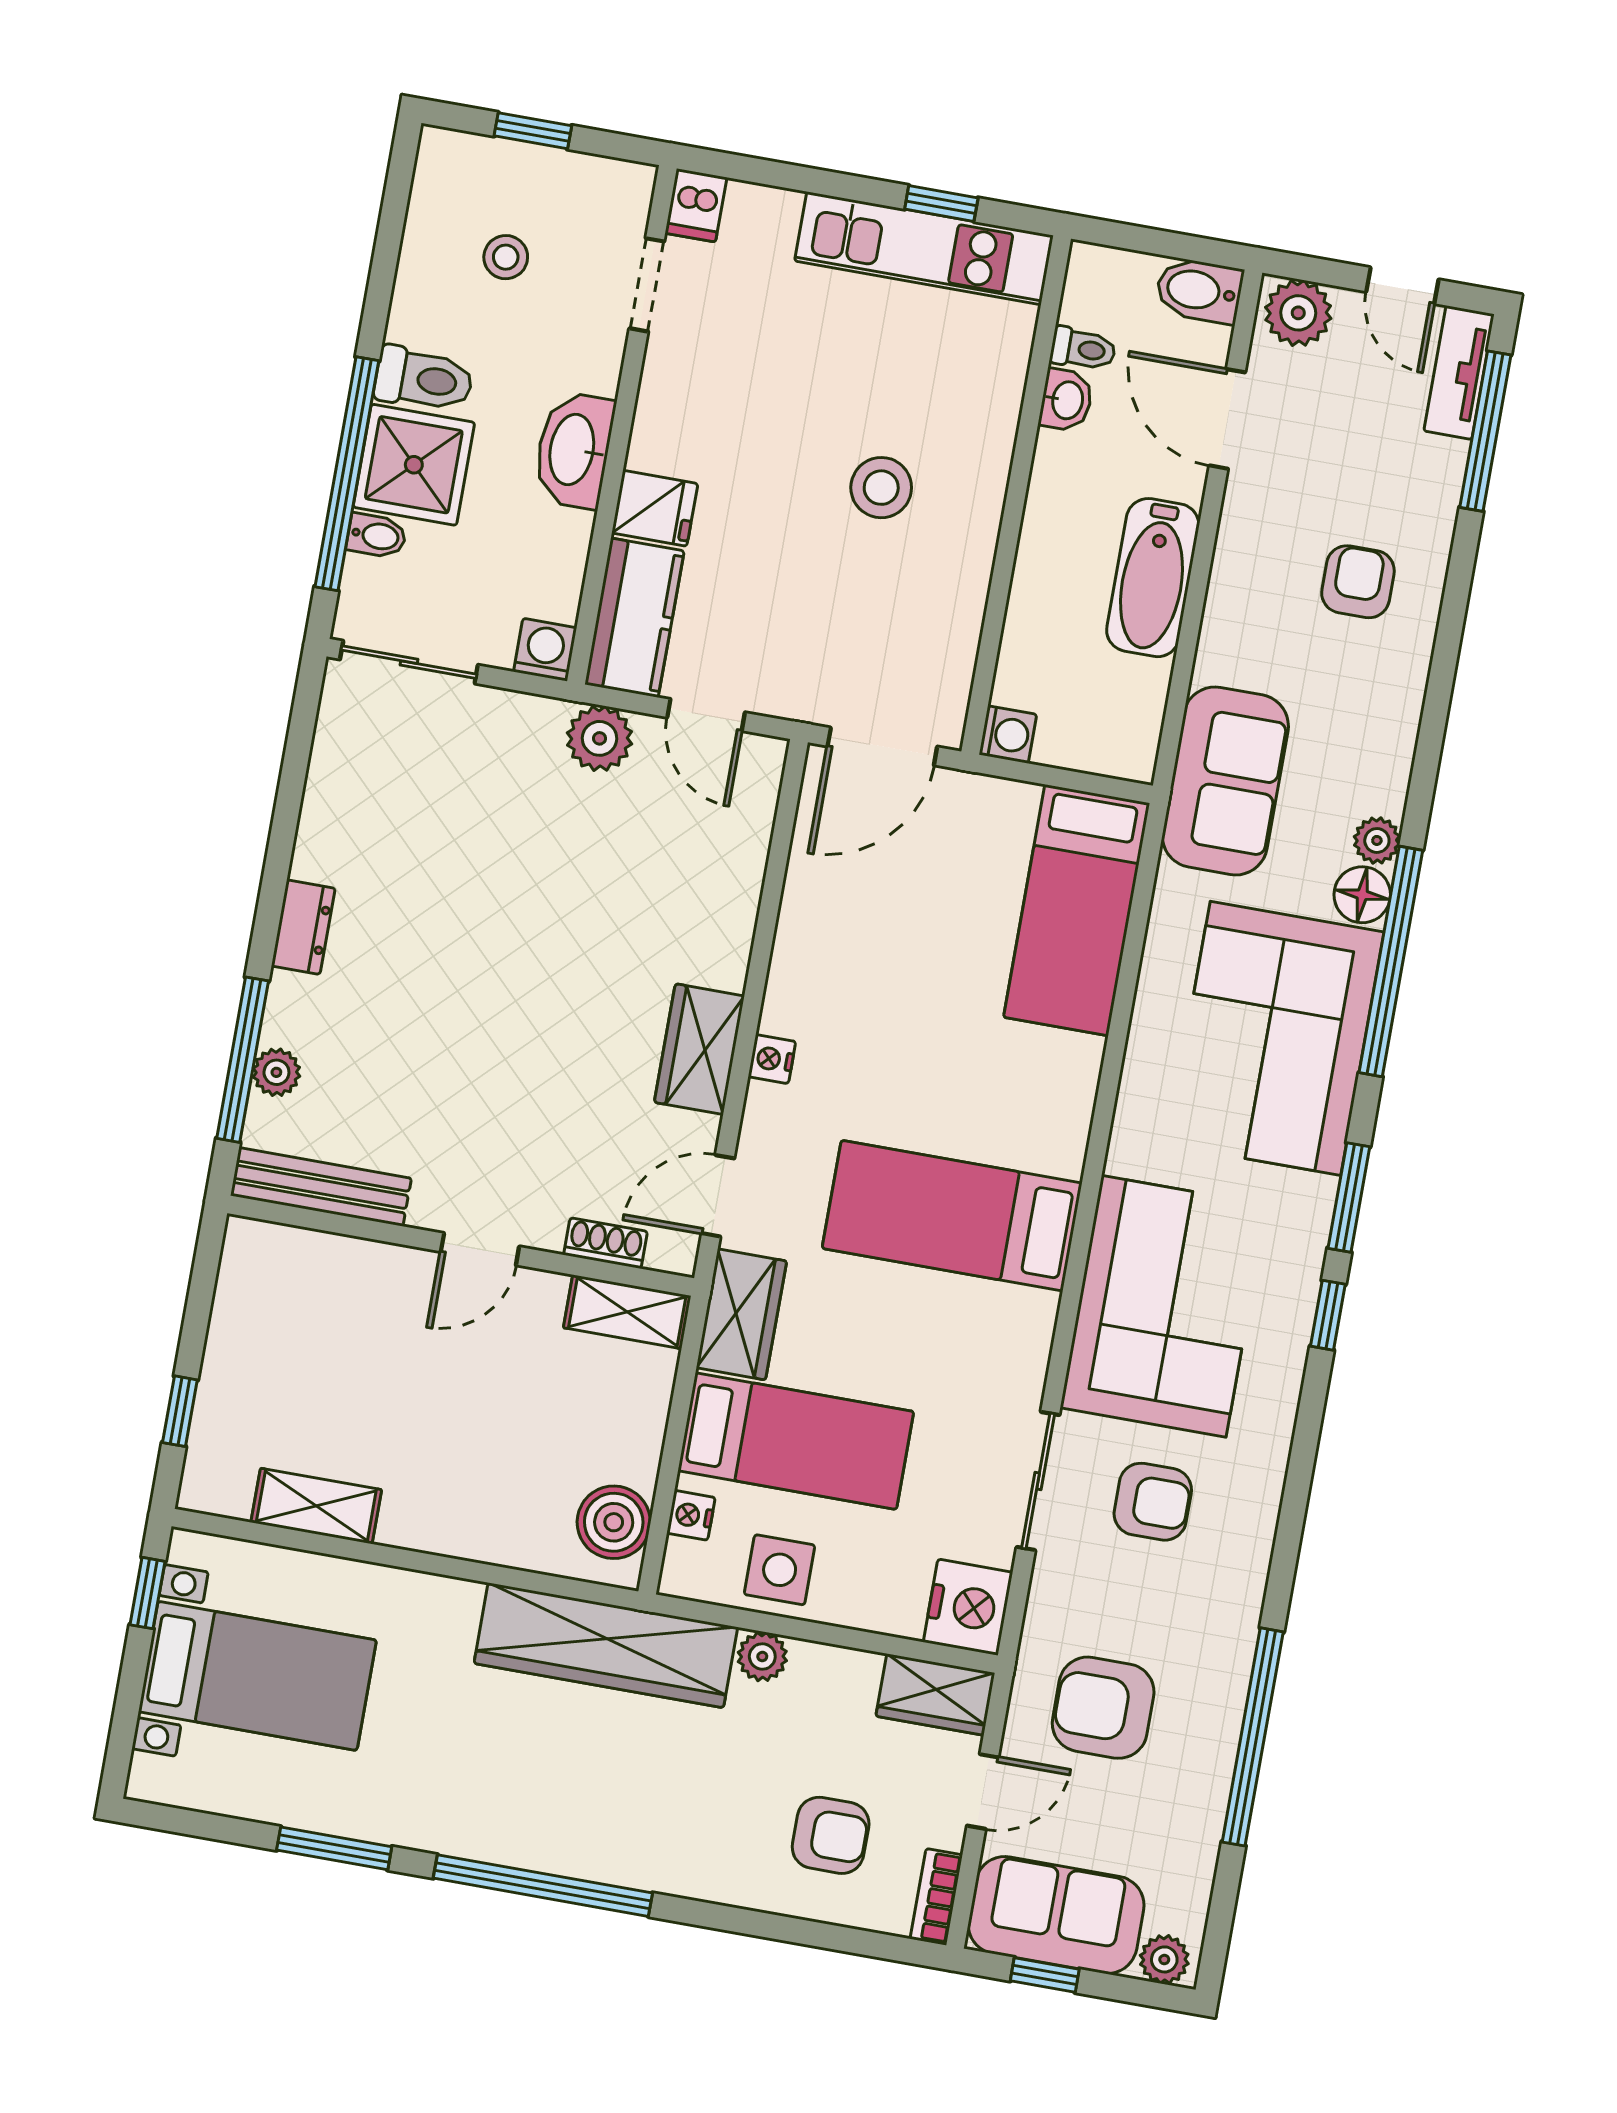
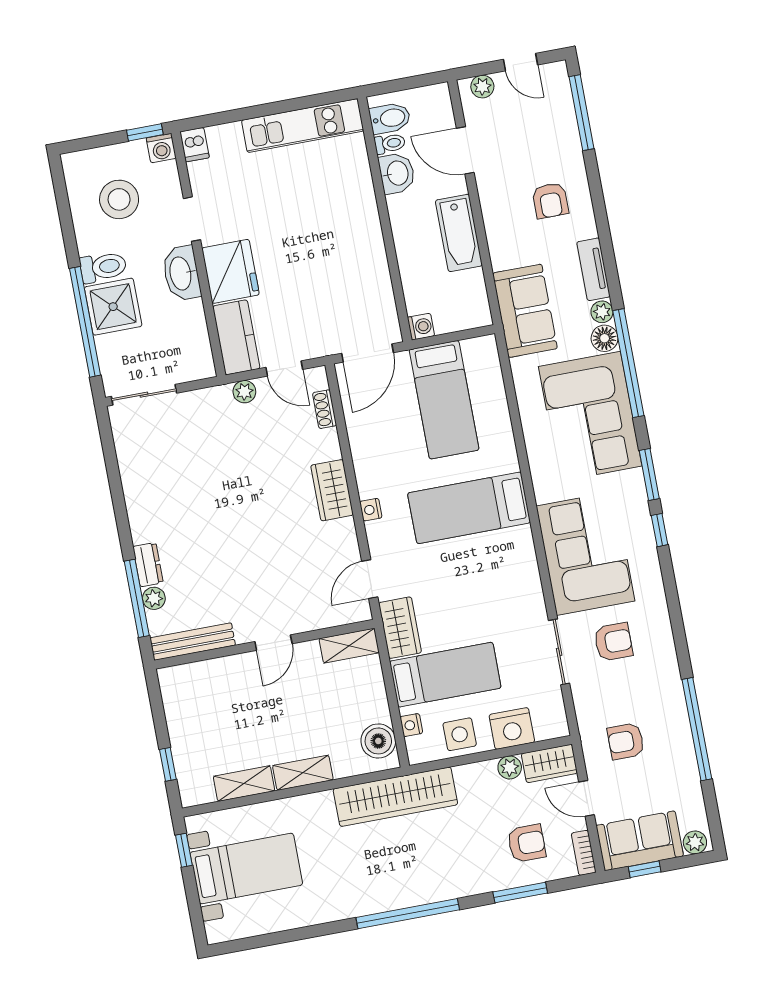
window: (533, 131) -> (145, 132), moved
window: (941, 204) -> (303, 103), removed
stool: (506, 257) -> (119, 199), width x1.89, depth x1.89
doorway: (647, 285) -> (192, 219), moved
bidet: (1199, 290) -> (390, 118), moved, turned 180
plant: (1298, 313) -> (482, 87), width x0.73, depth x0.73
tv unit: (1459, 373) -> (593, 269), moved
washbasin: (1066, 400) -> (397, 173), width x1.38, depth x1.45
stool: (881, 488) -> (324, 239), removed
fridge: (655, 508) -> (230, 271), width x1.88, depth x1.34
bidet: (377, 536) -> (108, 344), removed
armchair: (1358, 582) -> (550, 201), turned 180
washing machine: (545, 650) -> (161, 148), moved, turned 180
plant: (600, 738) -> (244, 392), width x0.73, depth x0.73
bed: (1077, 910) -> (444, 400), moved
dresser: (303, 927) -> (148, 565), moved
wardrobe: (699, 1049) -> (332, 490), moved
bed: (952, 1216) -> (469, 508), moved
shoe rack: (606, 1243) -> (325, 409), moved, turned -90
shelving: (441, 1529) -> (303, 773), added
nightstand: (968, 1607) -> (512, 728), moved, turned 90
plant: (762, 1657) -> (510, 767), moved
armchair: (1103, 1708) -> (626, 741), width x0.72, depth x0.72
door: (983, 1791) -> (587, 798), swing flipped
window: (334, 1848) -> (520, 893), moved

